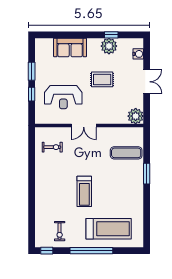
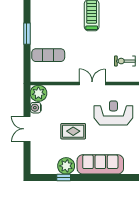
sofa: (70, 47) -> (100, 164), width x1.36
water cooler: (138, 54) -> (36, 108), moved

